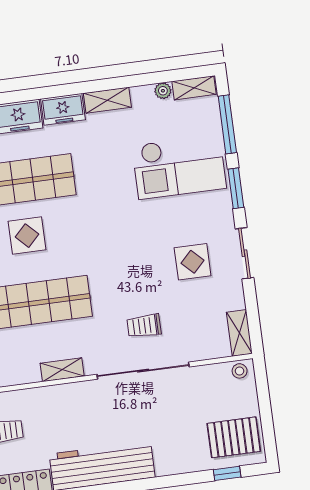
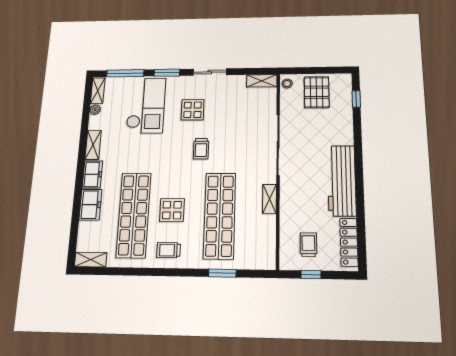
display table: (193, 262) -> (193, 110), moved
trolley: (144, 326) -> (201, 149), moved
pallet: (234, 437) -> (317, 92), moved

